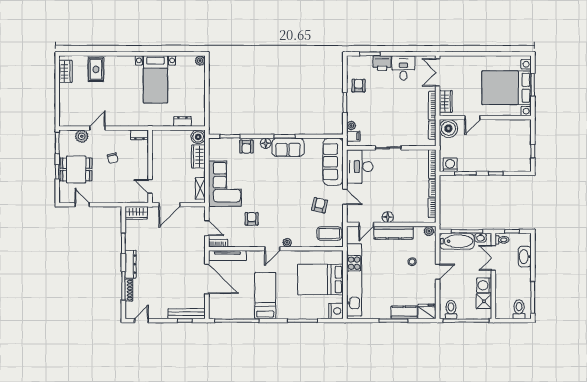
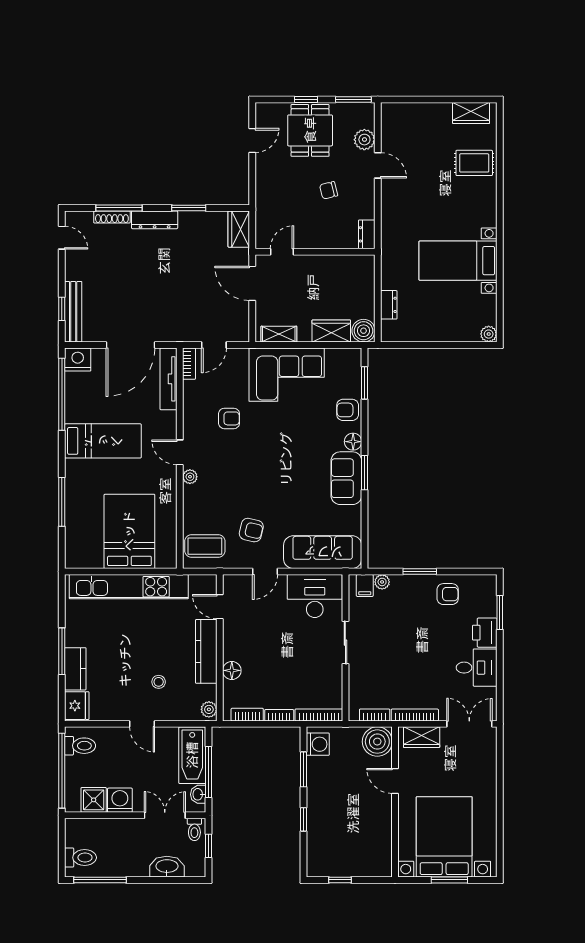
floor lamp: (388, 217) -> (232, 670), moved
coffee table: (329, 234) -> (205, 546), turned 90
nightstand: (336, 311) -> (78, 360), moved, turned 180

